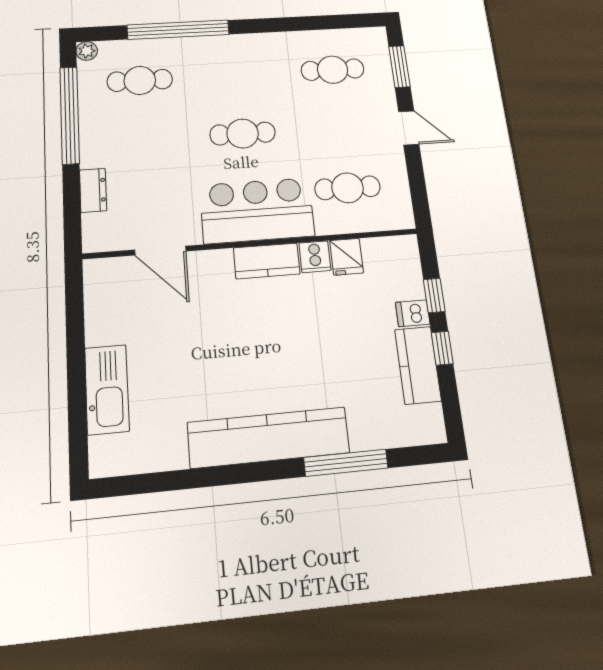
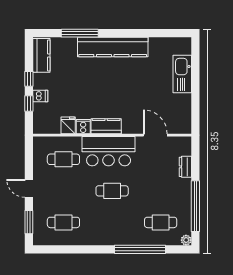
kitchen counter: (418, 365) -> (41, 55), moved

